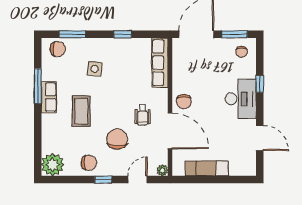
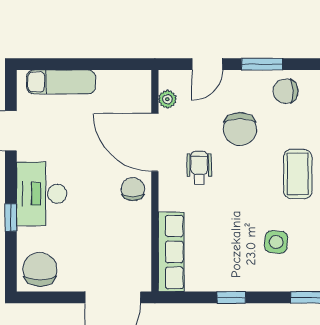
window: (235, 34) -> (51, 297), removed
chair: (242, 52) -> (40, 269), width x1.87, depth x1.87
exam couch: (207, 168) -> (61, 82), moved
plant: (162, 170) -> (167, 99), moved
window: (103, 179) -> (262, 64), width x1.50

